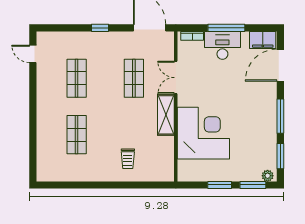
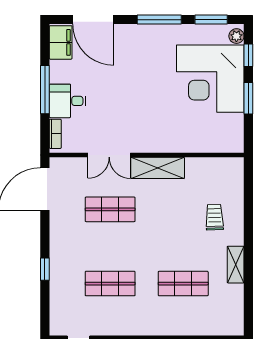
window: (100, 28) -> (45, 269), moved
desk: (222, 45) -> (68, 101), width x0.73
corner desk: (203, 133) -> (210, 79), moved, turned -90
trolley: (128, 159) -> (215, 217), turned -92
shelving: (91, 175) -> (236, 265), added
window: (253, 185) -> (248, 55), width x0.67

